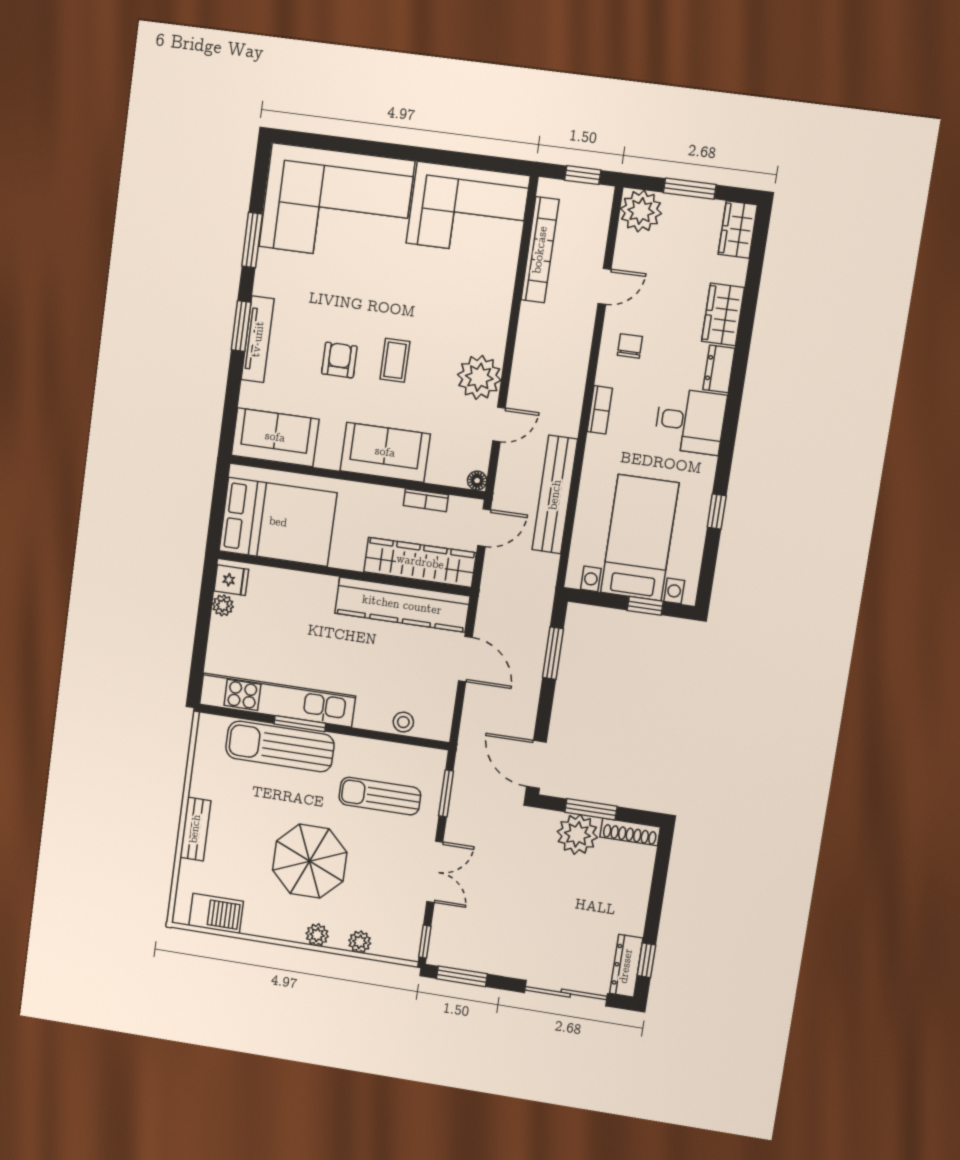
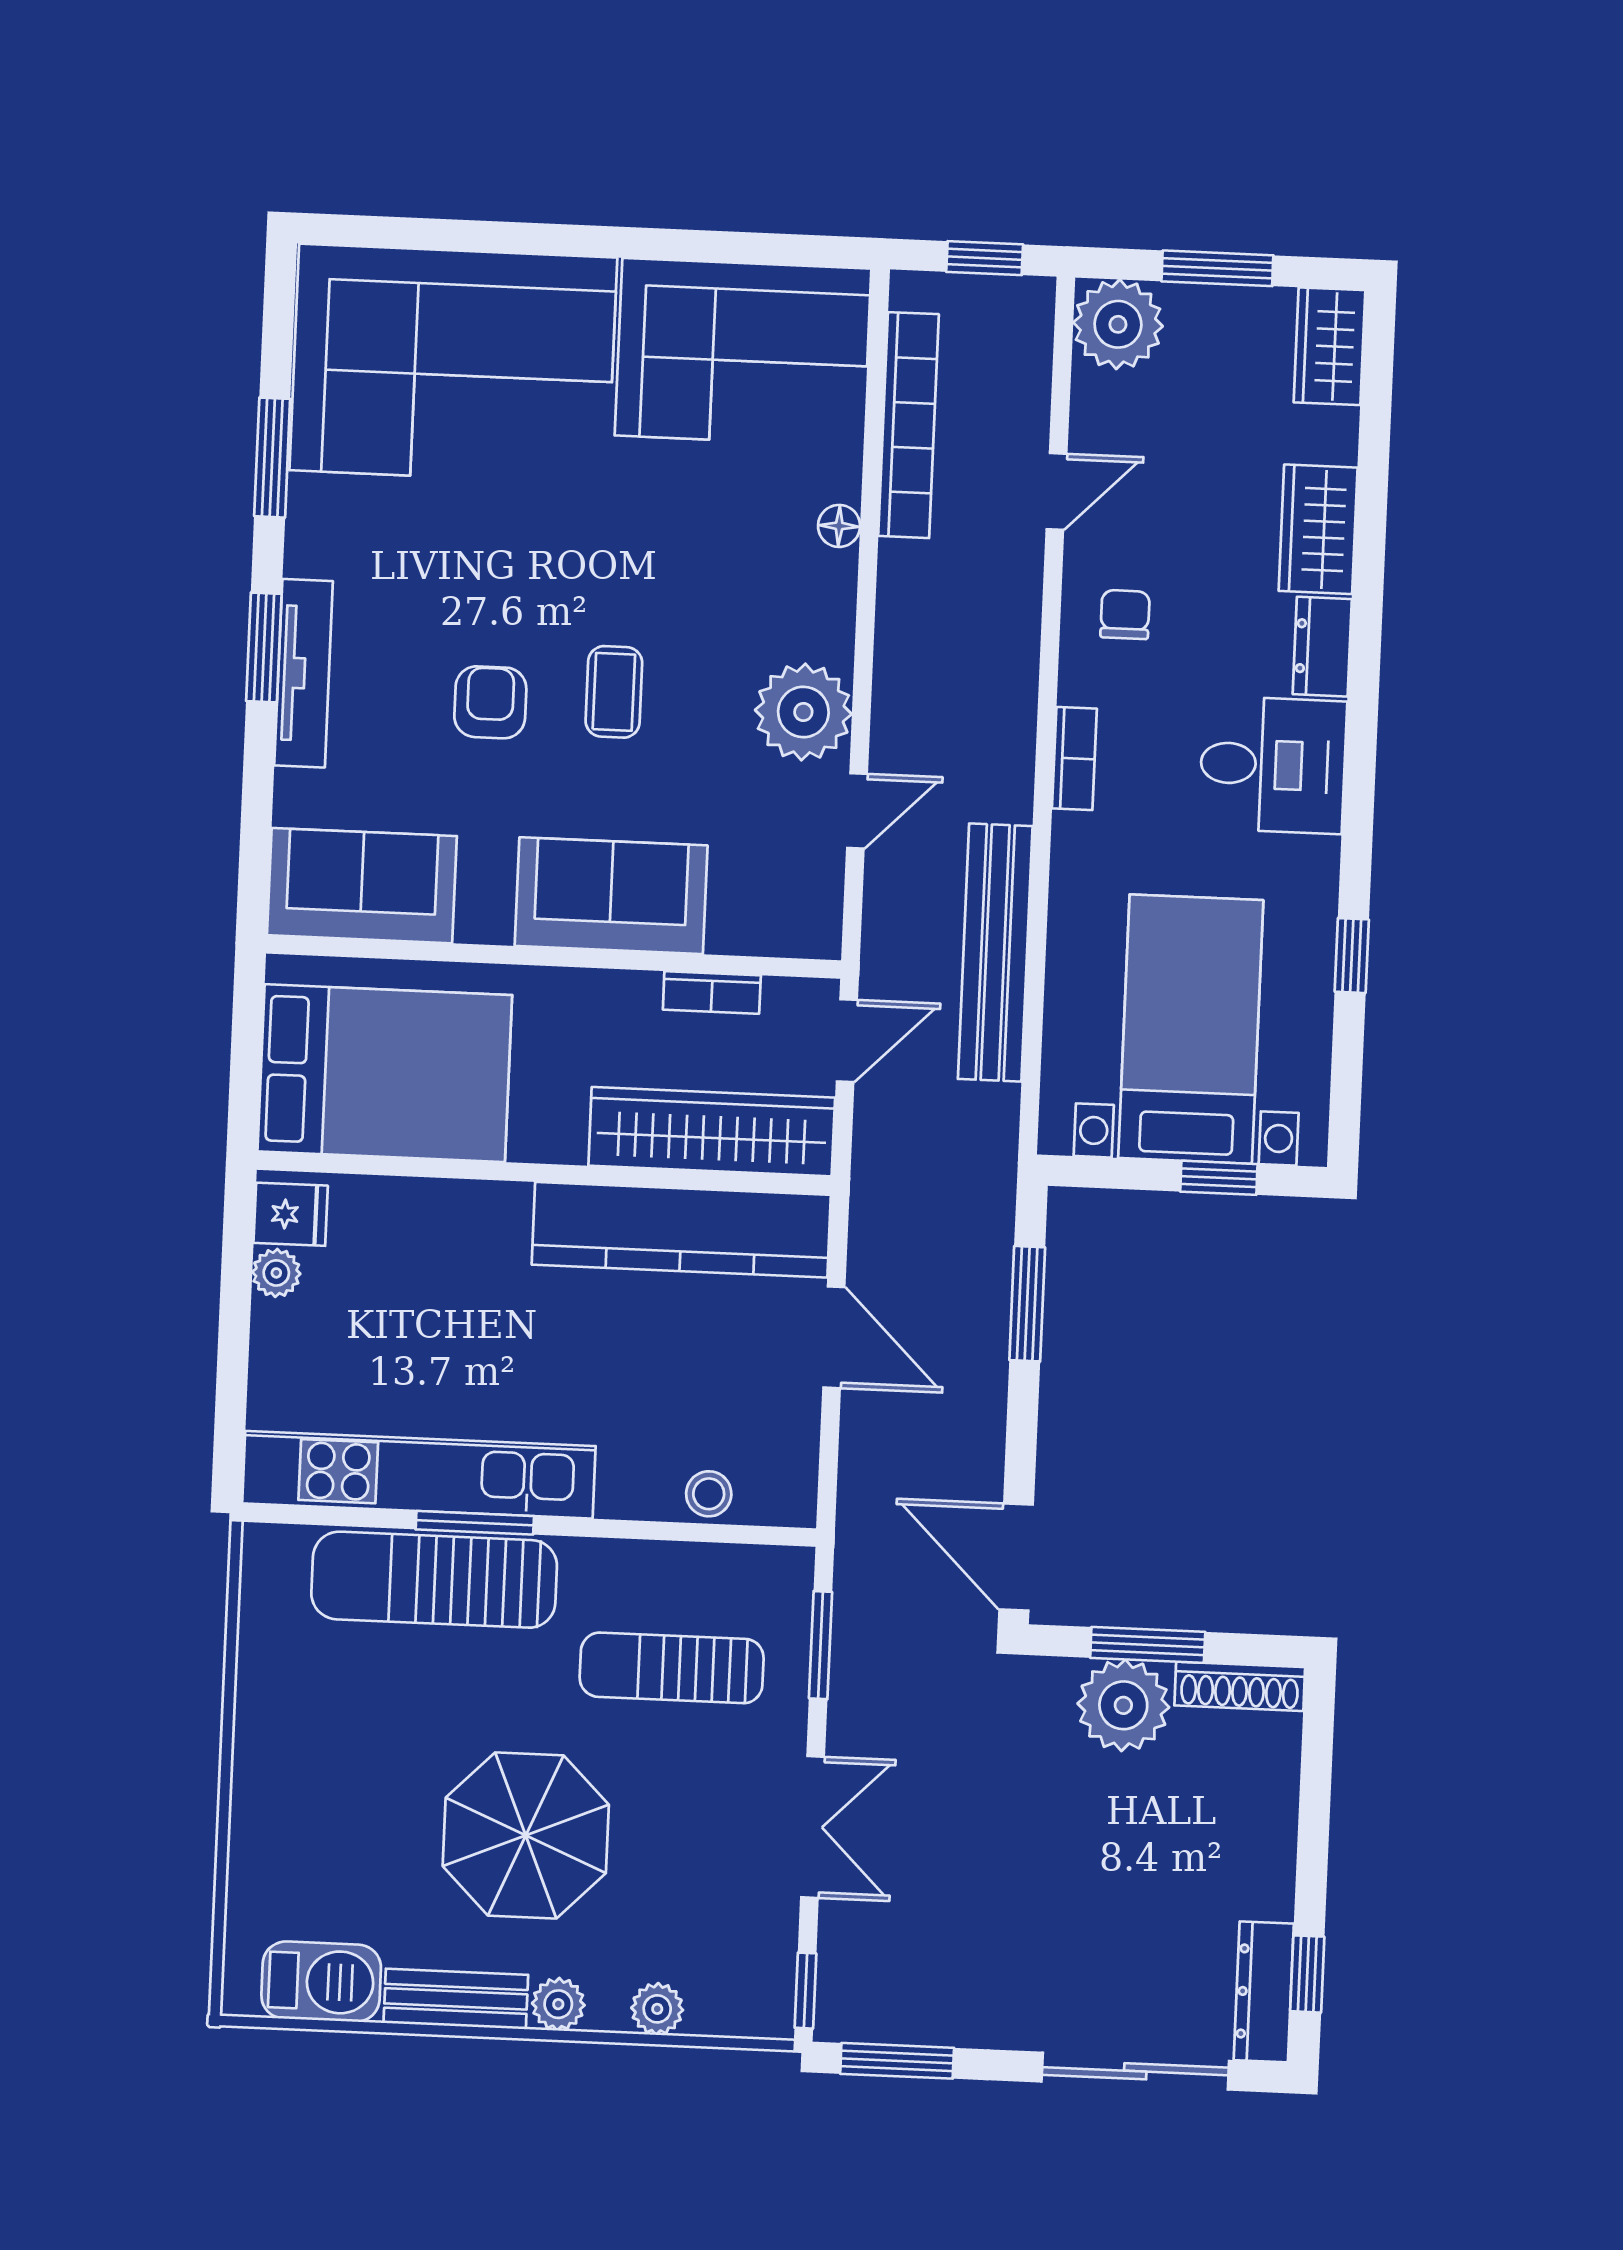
floor lamp: (477, 481) -> (839, 526), moved
bench: (195, 829) -> (456, 1999), moved, turned 90

